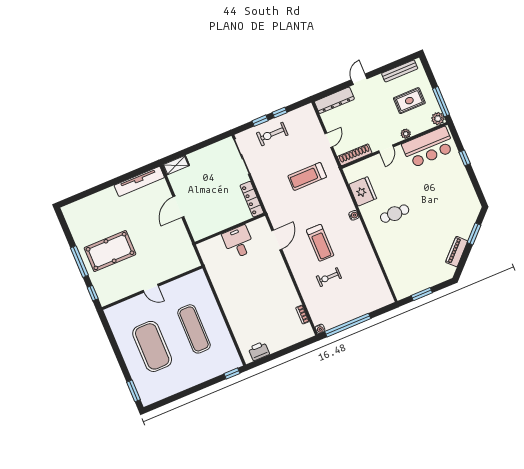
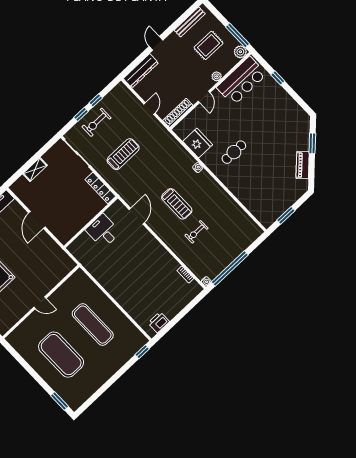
shelving: (176, 165) -> (35, 170), moved
treadmill: (307, 176) -> (123, 154), moved, turned 180

